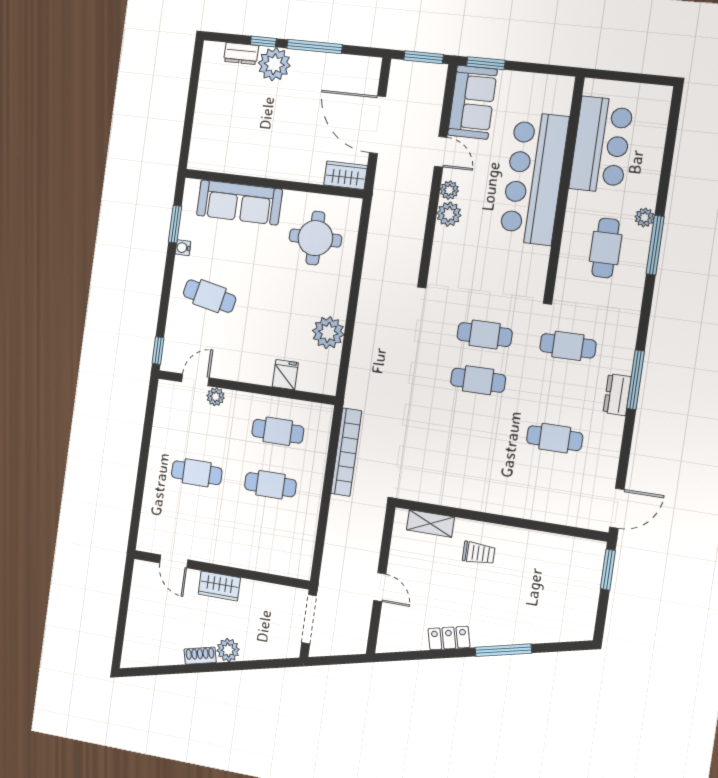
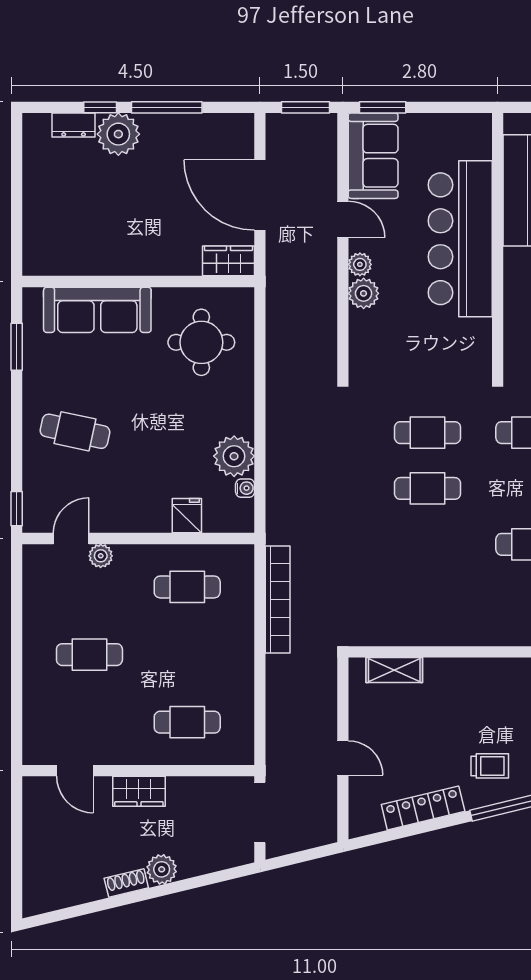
water cooler: (183, 248) -> (245, 488), moved, turned 180
cafe table: (270, 485) -> (187, 722), moved
trolley: (479, 553) -> (490, 766), moved
locker: (449, 638) -> (423, 808), width x1.53

